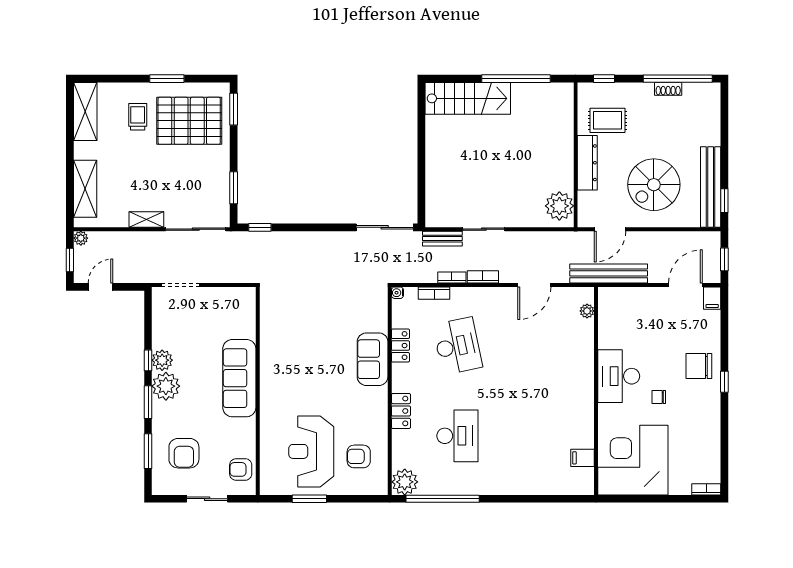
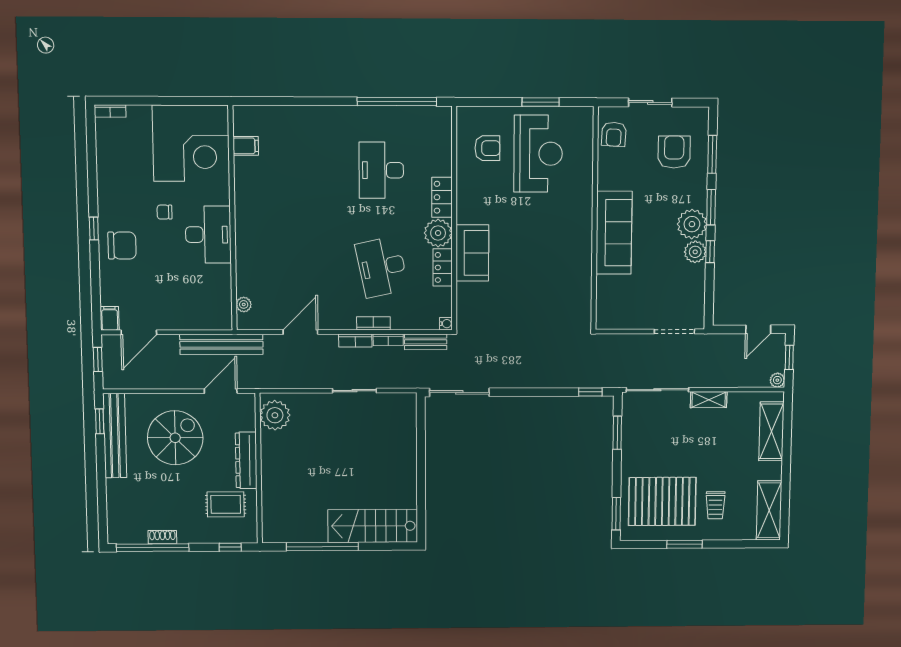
bench: (442, 239) -> (426, 342), moved
bookcase: (434, 293) -> (373, 323), moved
chair: (659, 397) -> (164, 212), turned 180
armchair: (241, 469) -> (614, 134), turned 93
plant: (405, 482) -> (438, 233), moved

